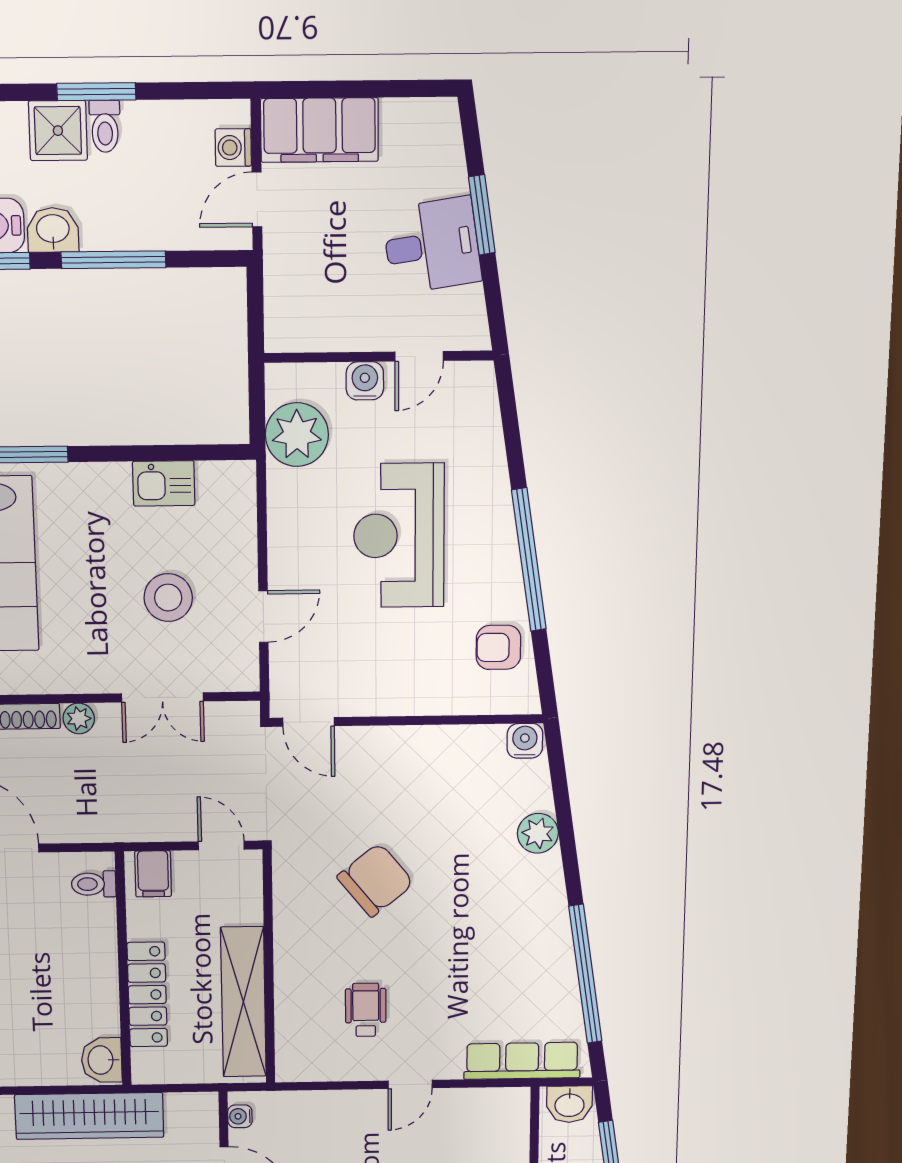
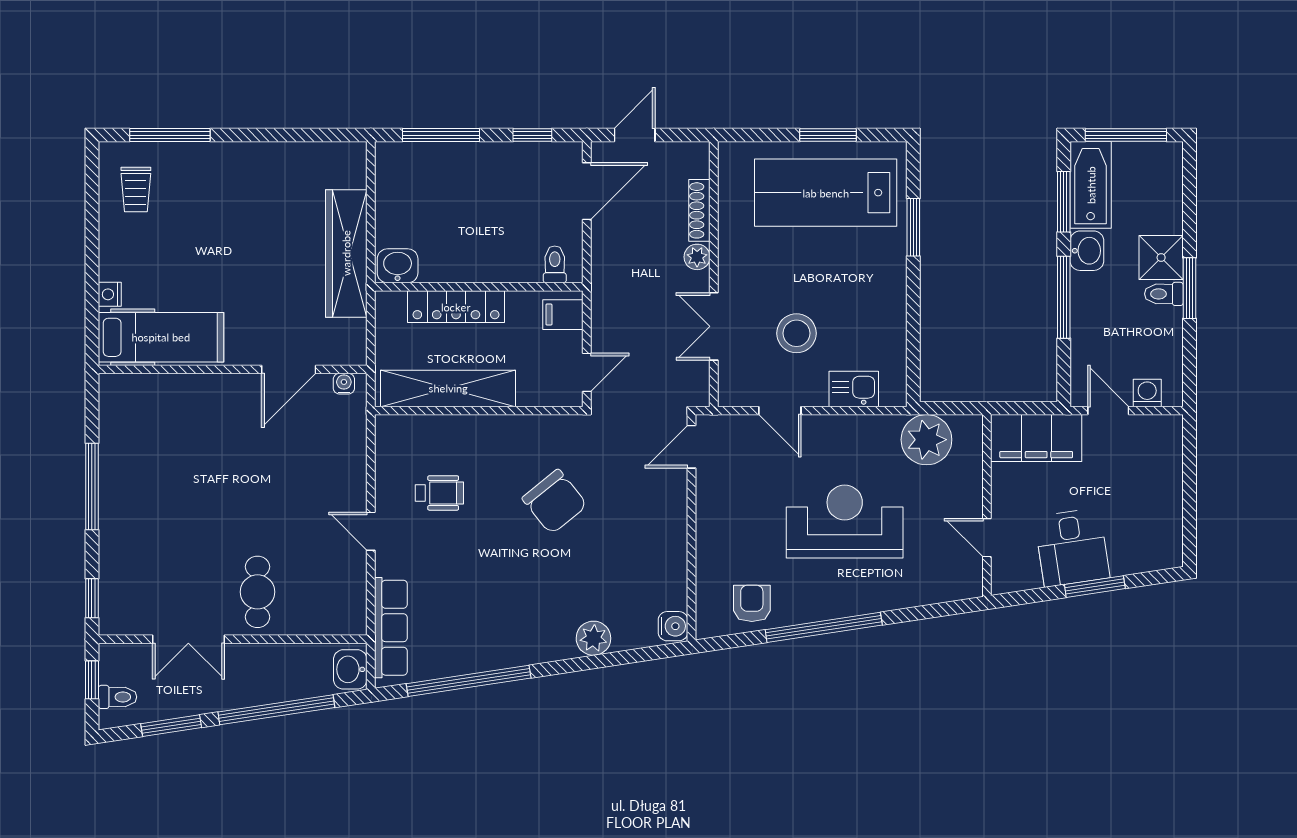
filing cabinet: (319, 130) -> (1036, 438), moved, turned -90
water cooler: (365, 381) -> (968, 494), removed
kitchen sink: (164, 483) -> (854, 389), moved, turned 90

